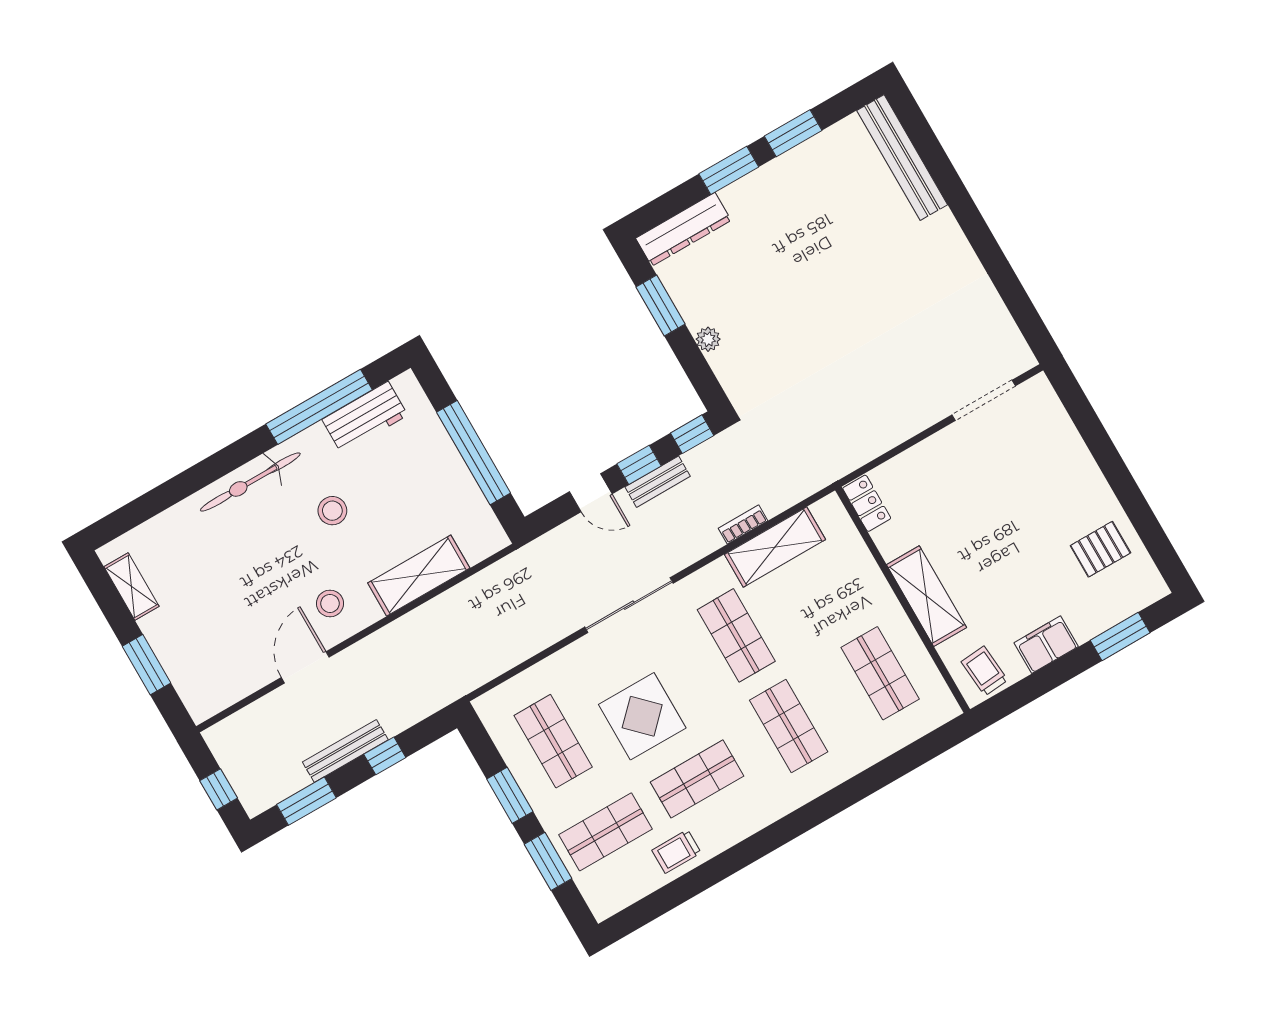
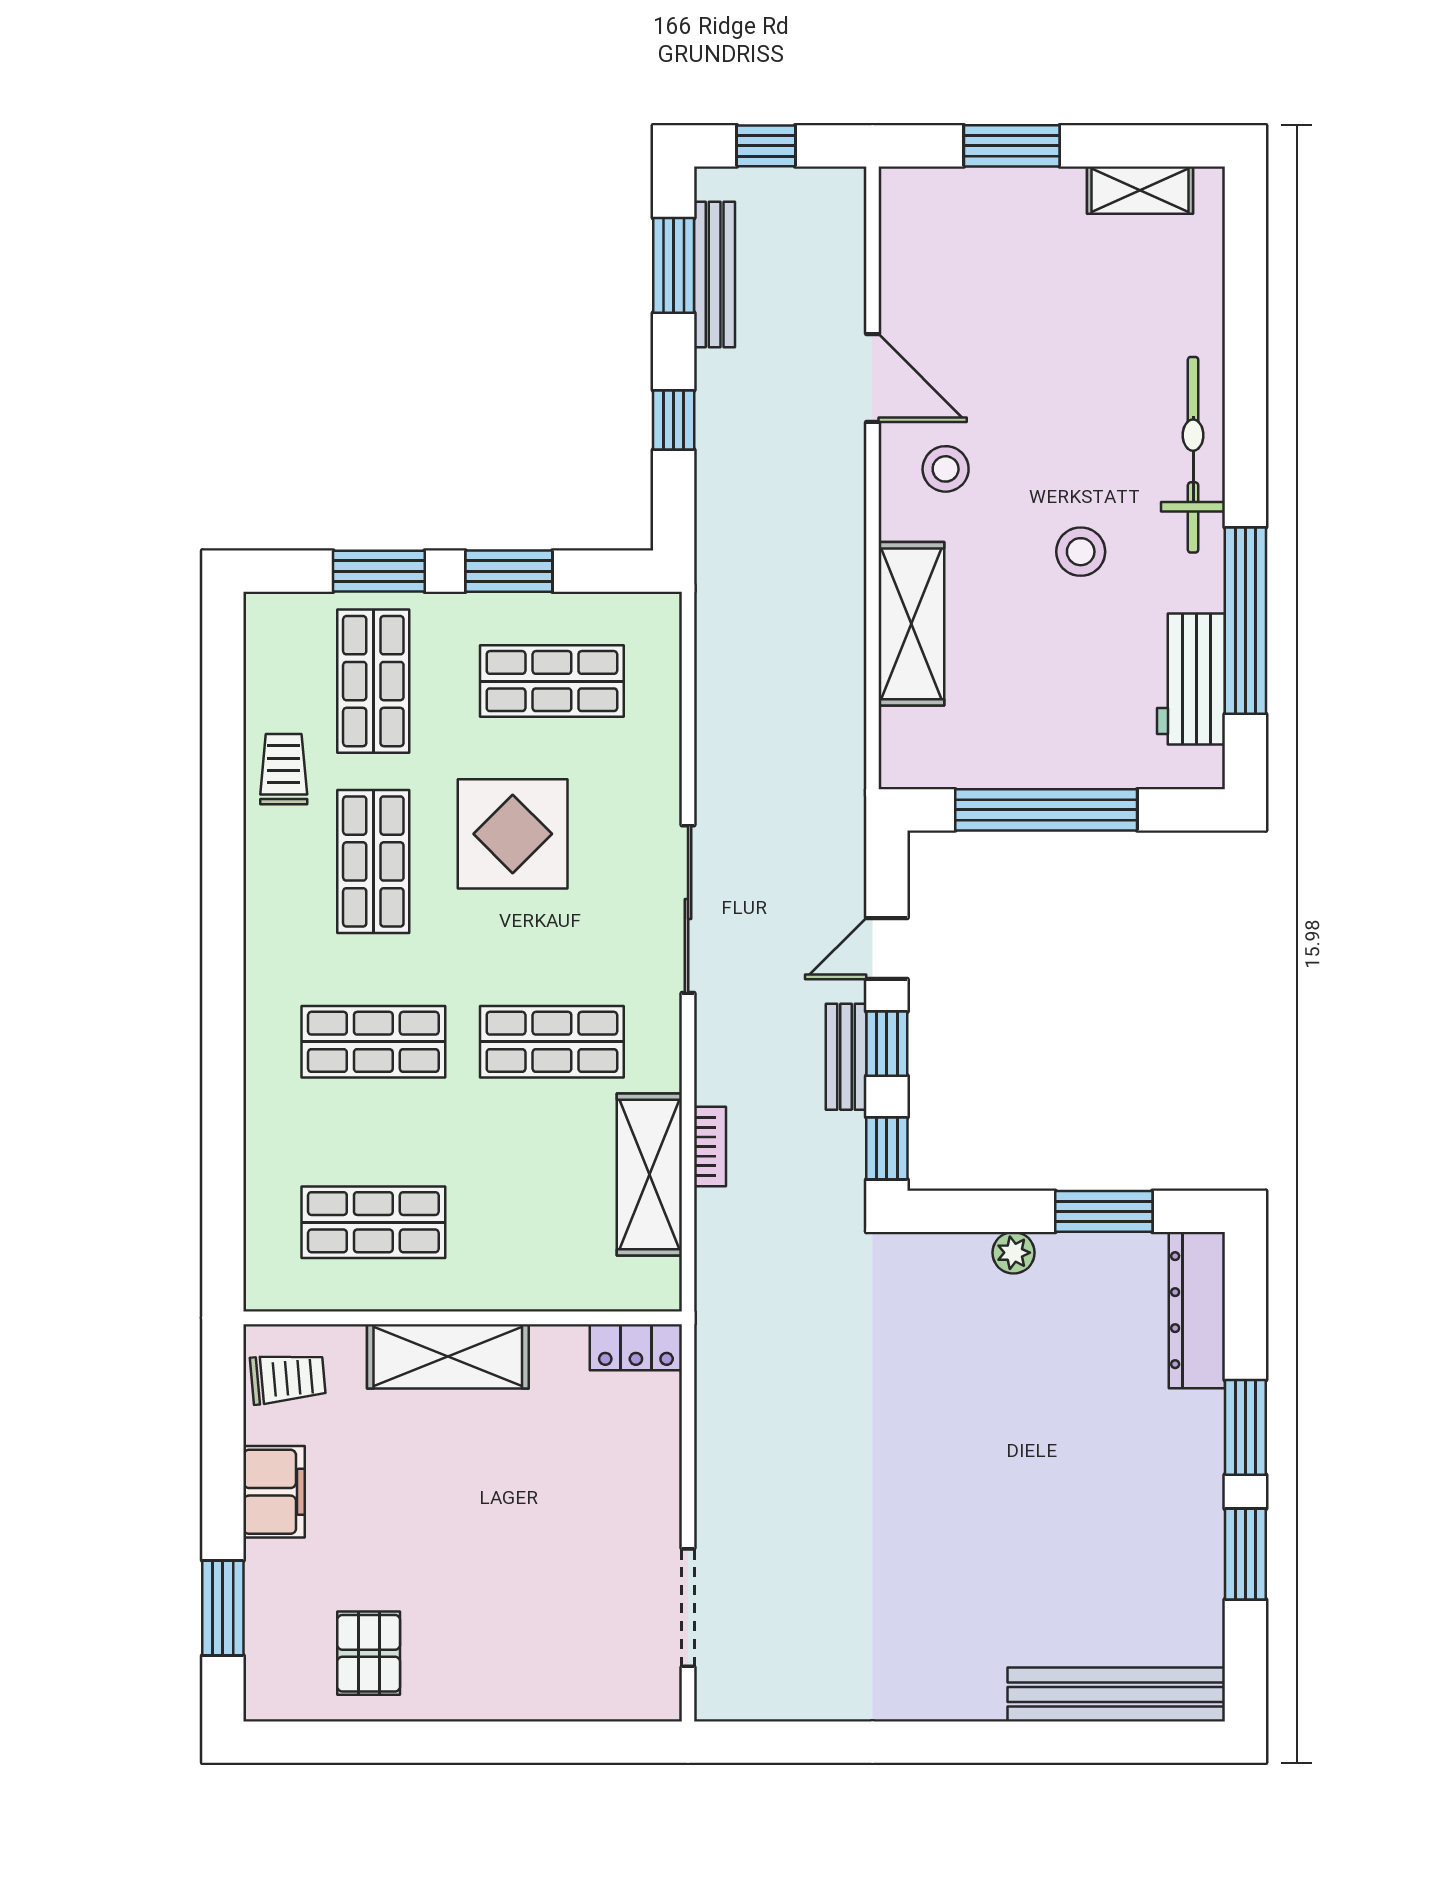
bench: (345, 751) -> (715, 274), moved

